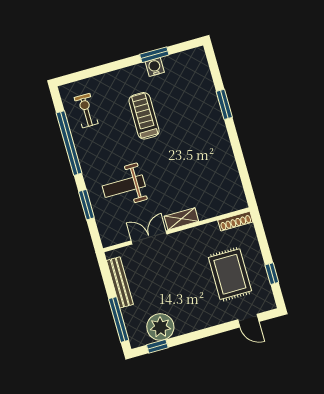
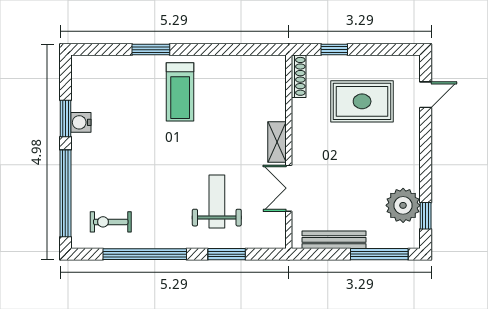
window: (98, 71) -> (65, 193), added
treadmill: (144, 116) -> (180, 92), moved, turned -90
weight bench: (124, 186) -> (217, 202), turned 180
window: (272, 274) -> (334, 50), moved

